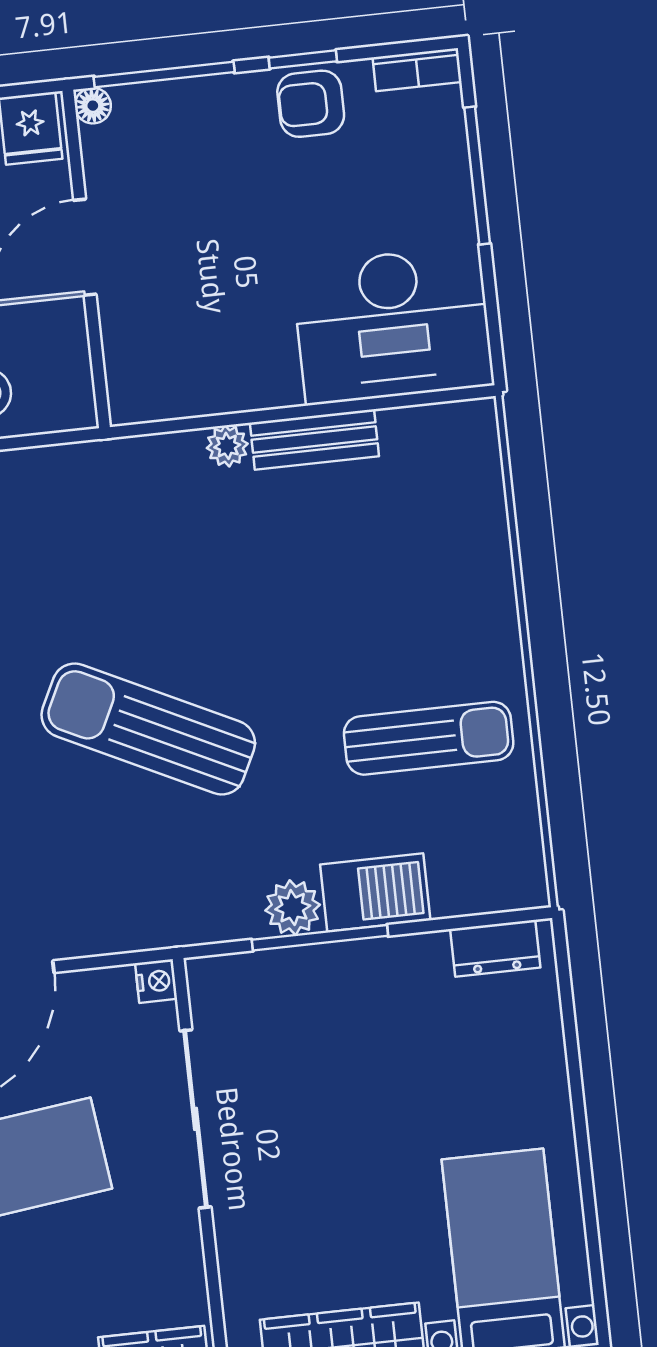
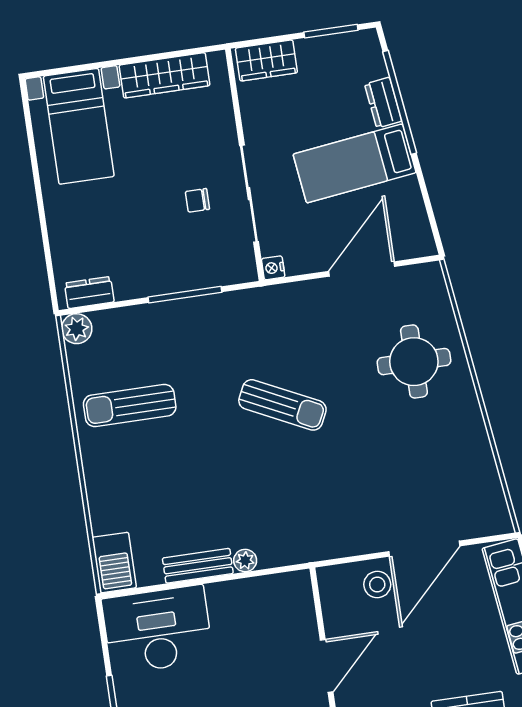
sun lounger: (148, 729) -> (282, 405), width x0.73, depth x0.75
barbecue: (375, 892) -> (114, 563), moved, turned -90
plant: (293, 908) -> (77, 329), moved
chair: (291, 1110) -> (197, 200), added

